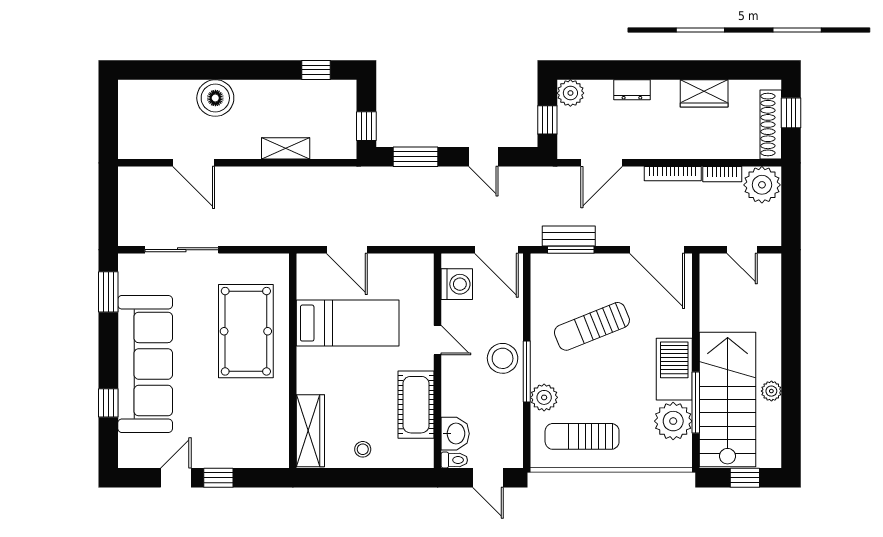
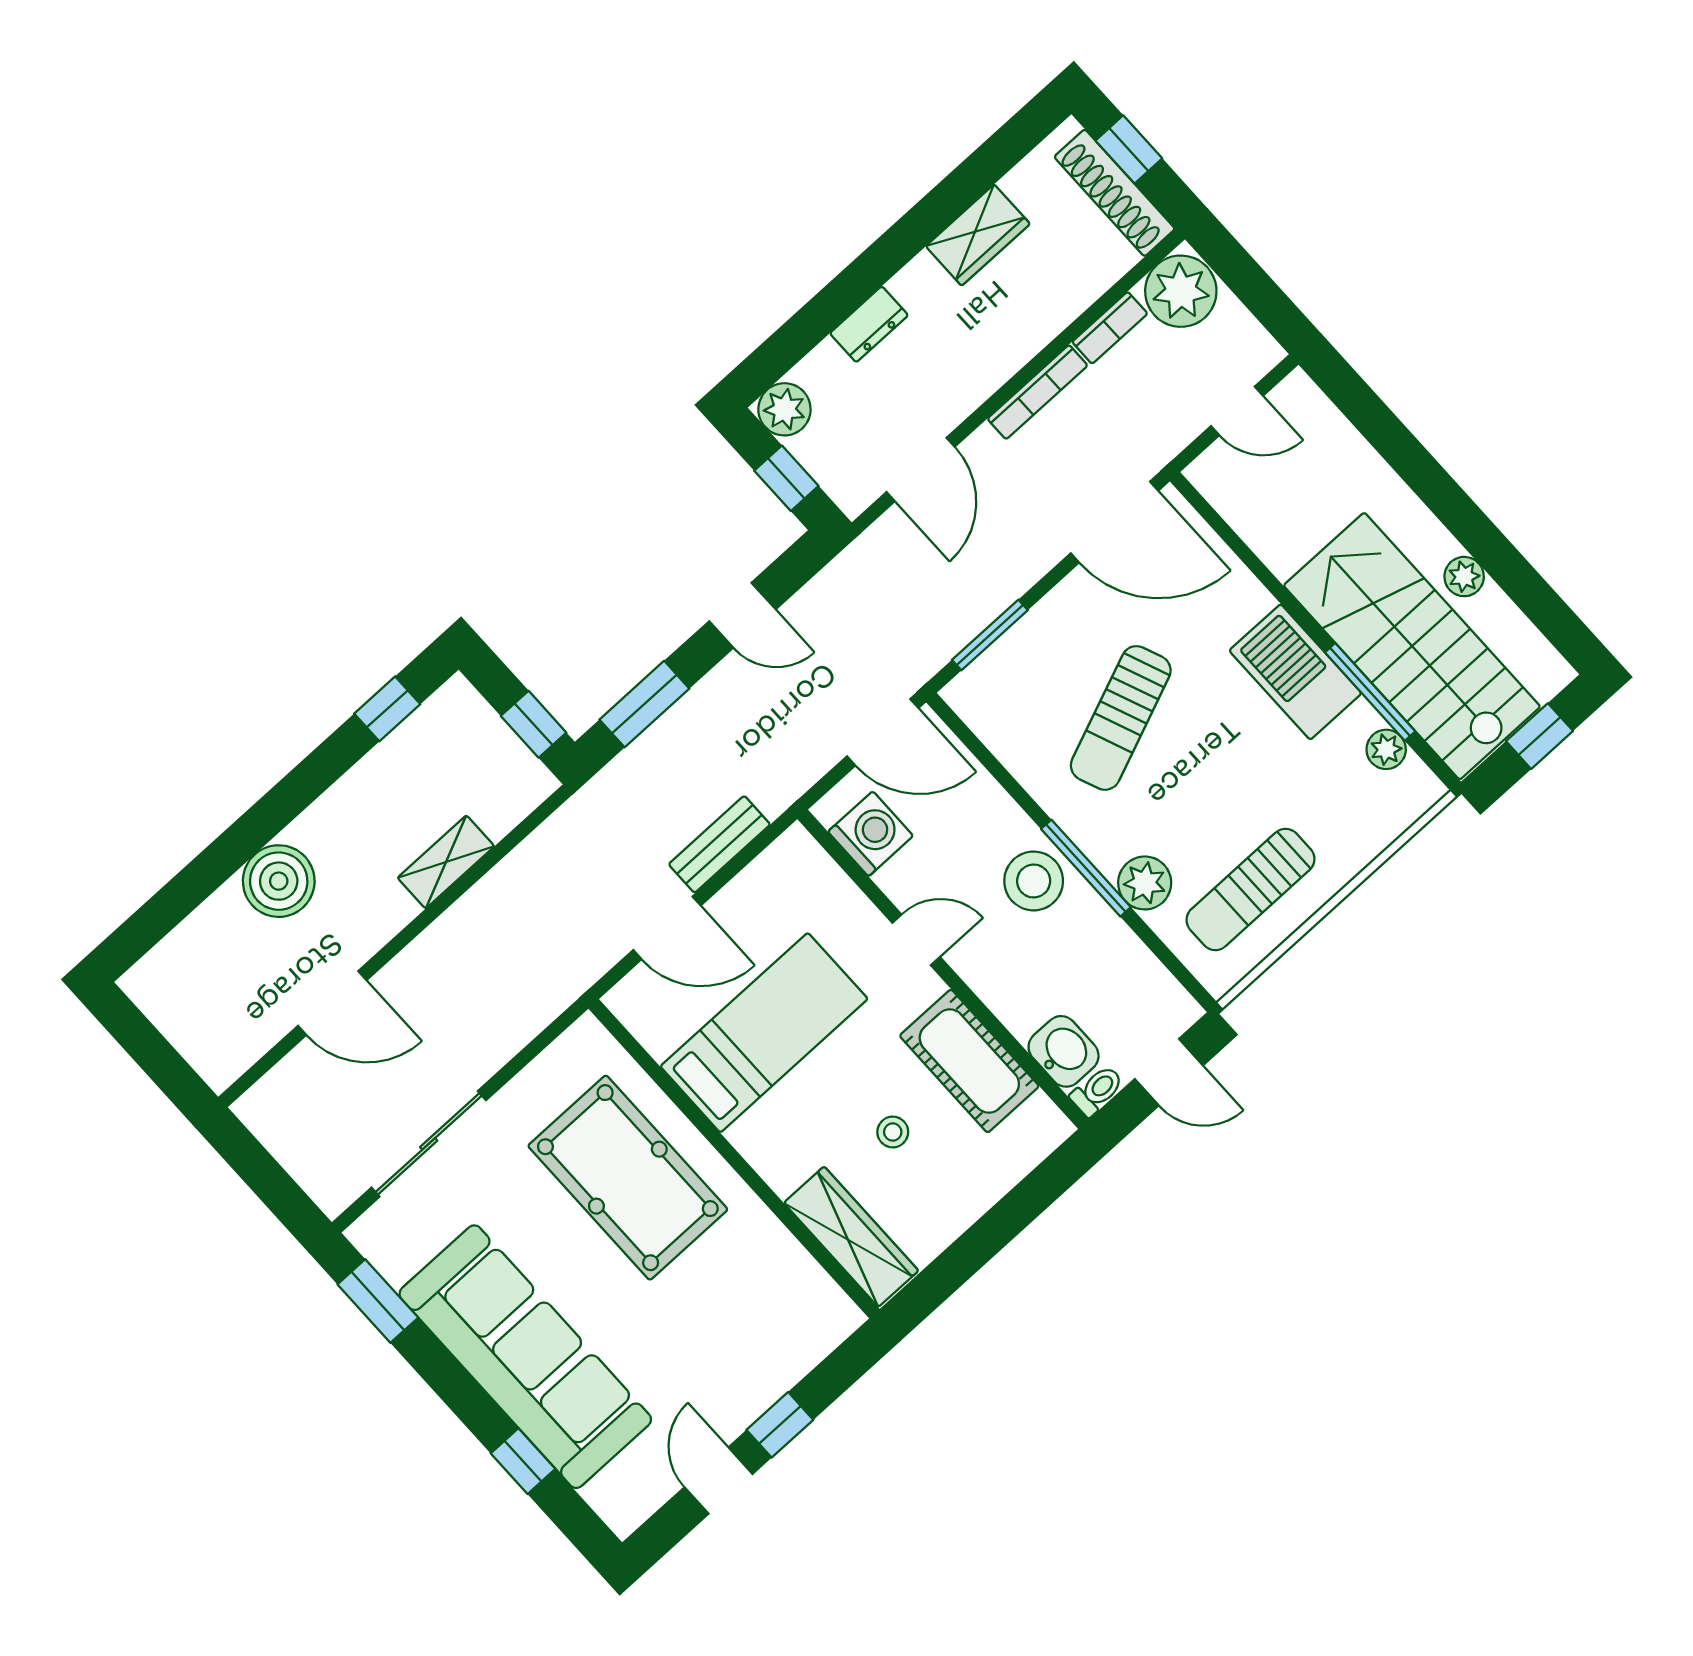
bench: (569, 236) -> (719, 844), moved
plant: (673, 421) -> (1386, 749), width x0.53, depth x0.53
stool: (363, 449) -> (893, 1132), moved

